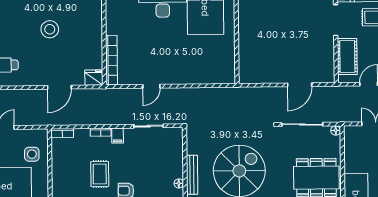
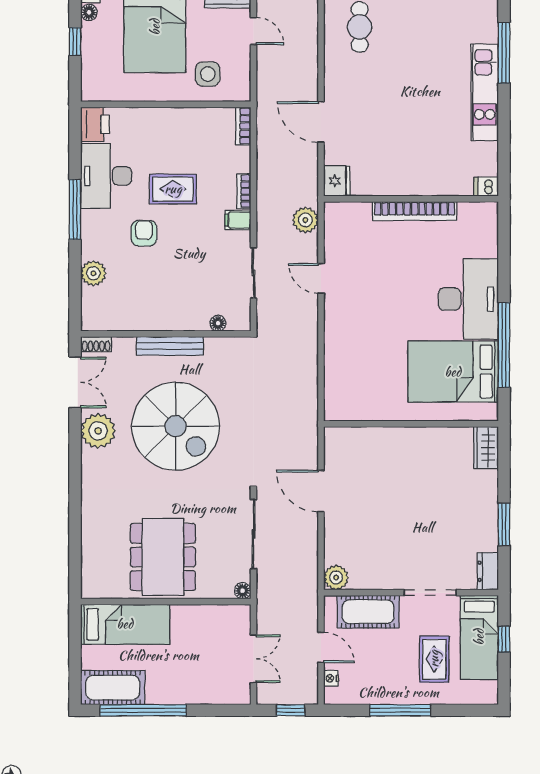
stool: (50, 29) -> (420, 107), removed
bookcase: (112, 60) -> (415, 211), moved
plant: (327, 76) -> (336, 577), added
door: (300, 85) -> (321, 491), moved
plant: (117, 96) -> (305, 220), added
floor lamp: (179, 183) -> (218, 323), moved

